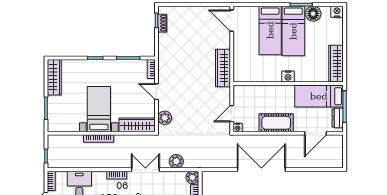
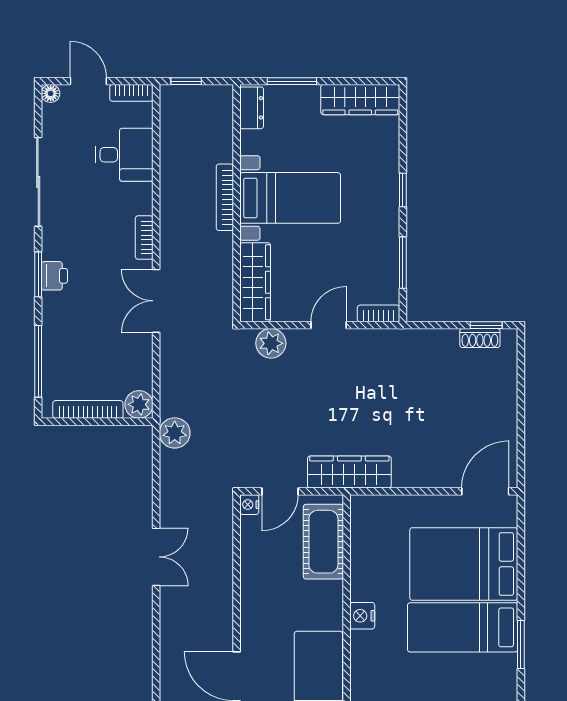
floor lamp: (313, 14) -> (501, 671), removed
bed: (270, 30) -> (464, 564), width x1.50
wardrobe: (223, 68) -> (349, 472), moved
door: (232, 114) -> (280, 491), swing flipped
cot: (276, 123) -> (323, 542), moved
dresser: (58, 126) -> (252, 108), added
plant: (176, 161) -> (175, 433), moved
double door: (145, 170) -> (156, 301), swing flipped
double door: (261, 170) -> (156, 557), width x0.54

